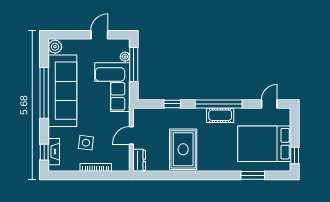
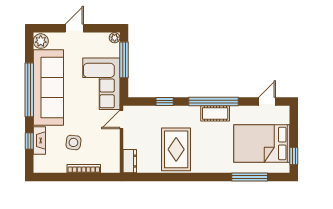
door: (99, 35) -> (74, 28), moved
plant: (125, 57) -> (115, 38), moved
door: (131, 135) -> (121, 119), moved
window: (44, 152) -> (29, 141), moved
fireplace: (54, 152) -> (39, 141), moved
window: (253, 175) -> (250, 177), width x1.44

